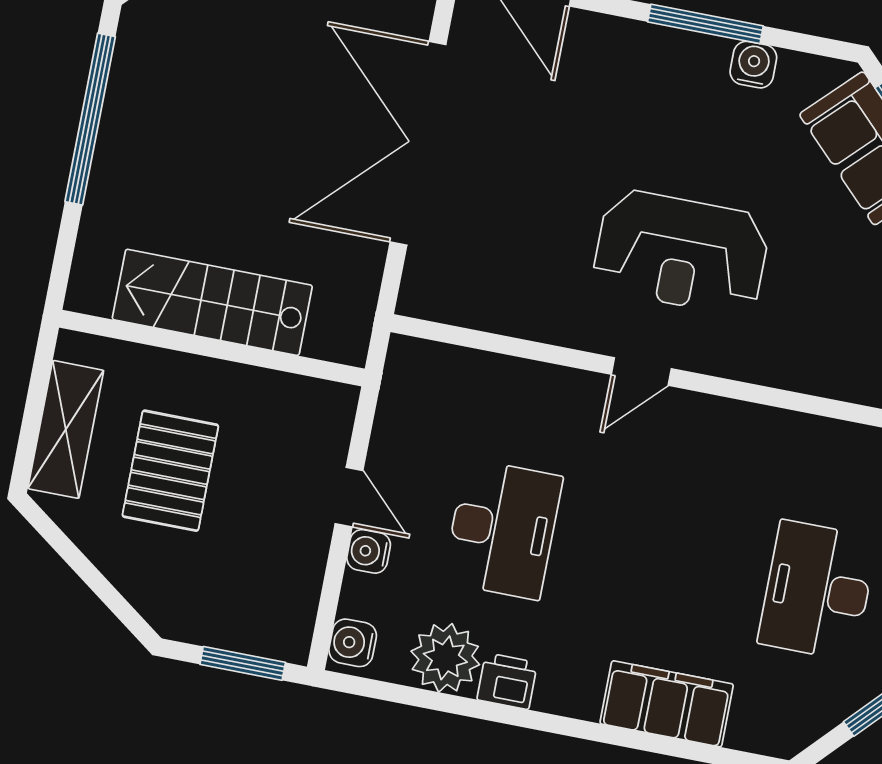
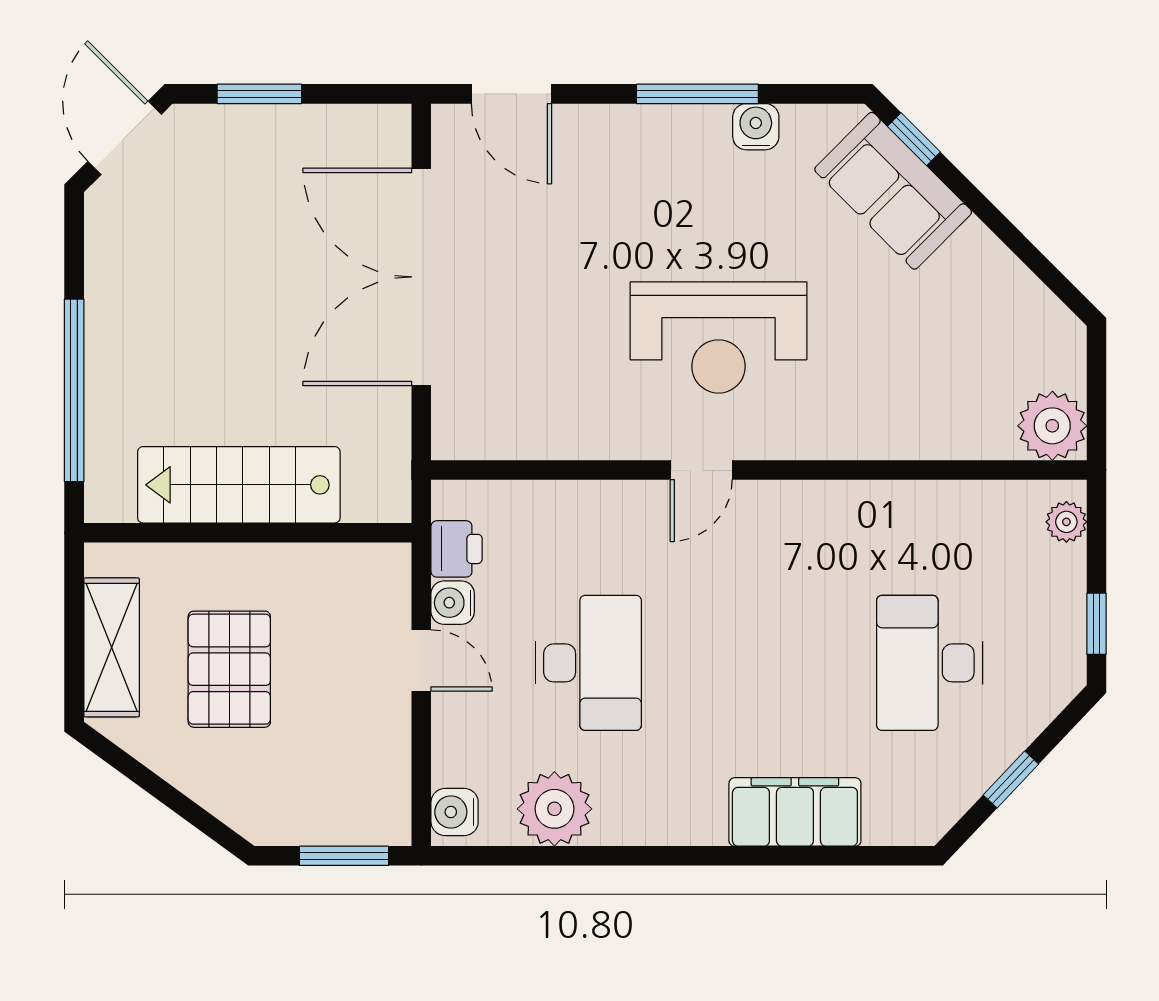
window: (90, 119) -> (74, 390), moved
water cooler: (369, 551) -> (453, 603), moved
printer: (507, 681) -> (457, 549), moved, turned 90

